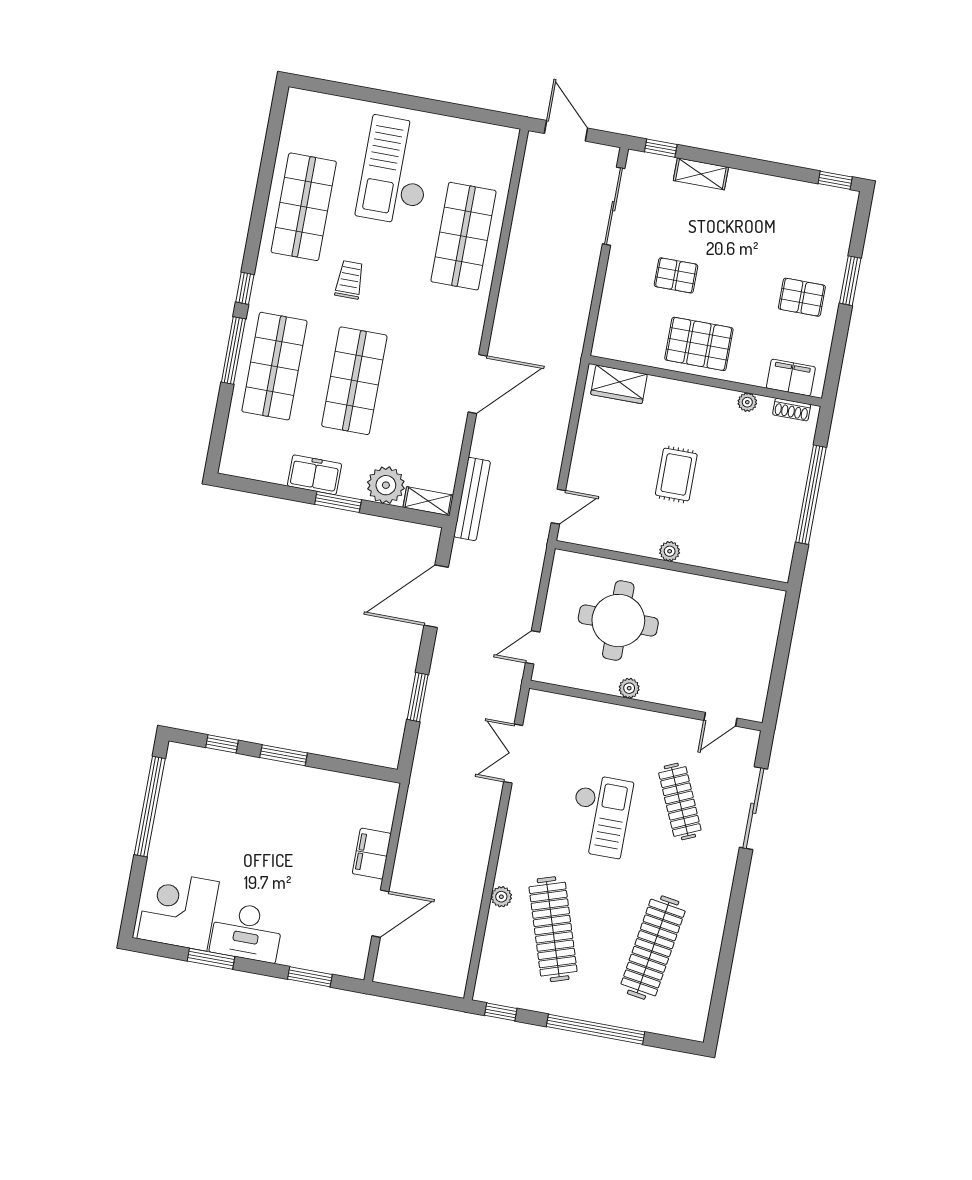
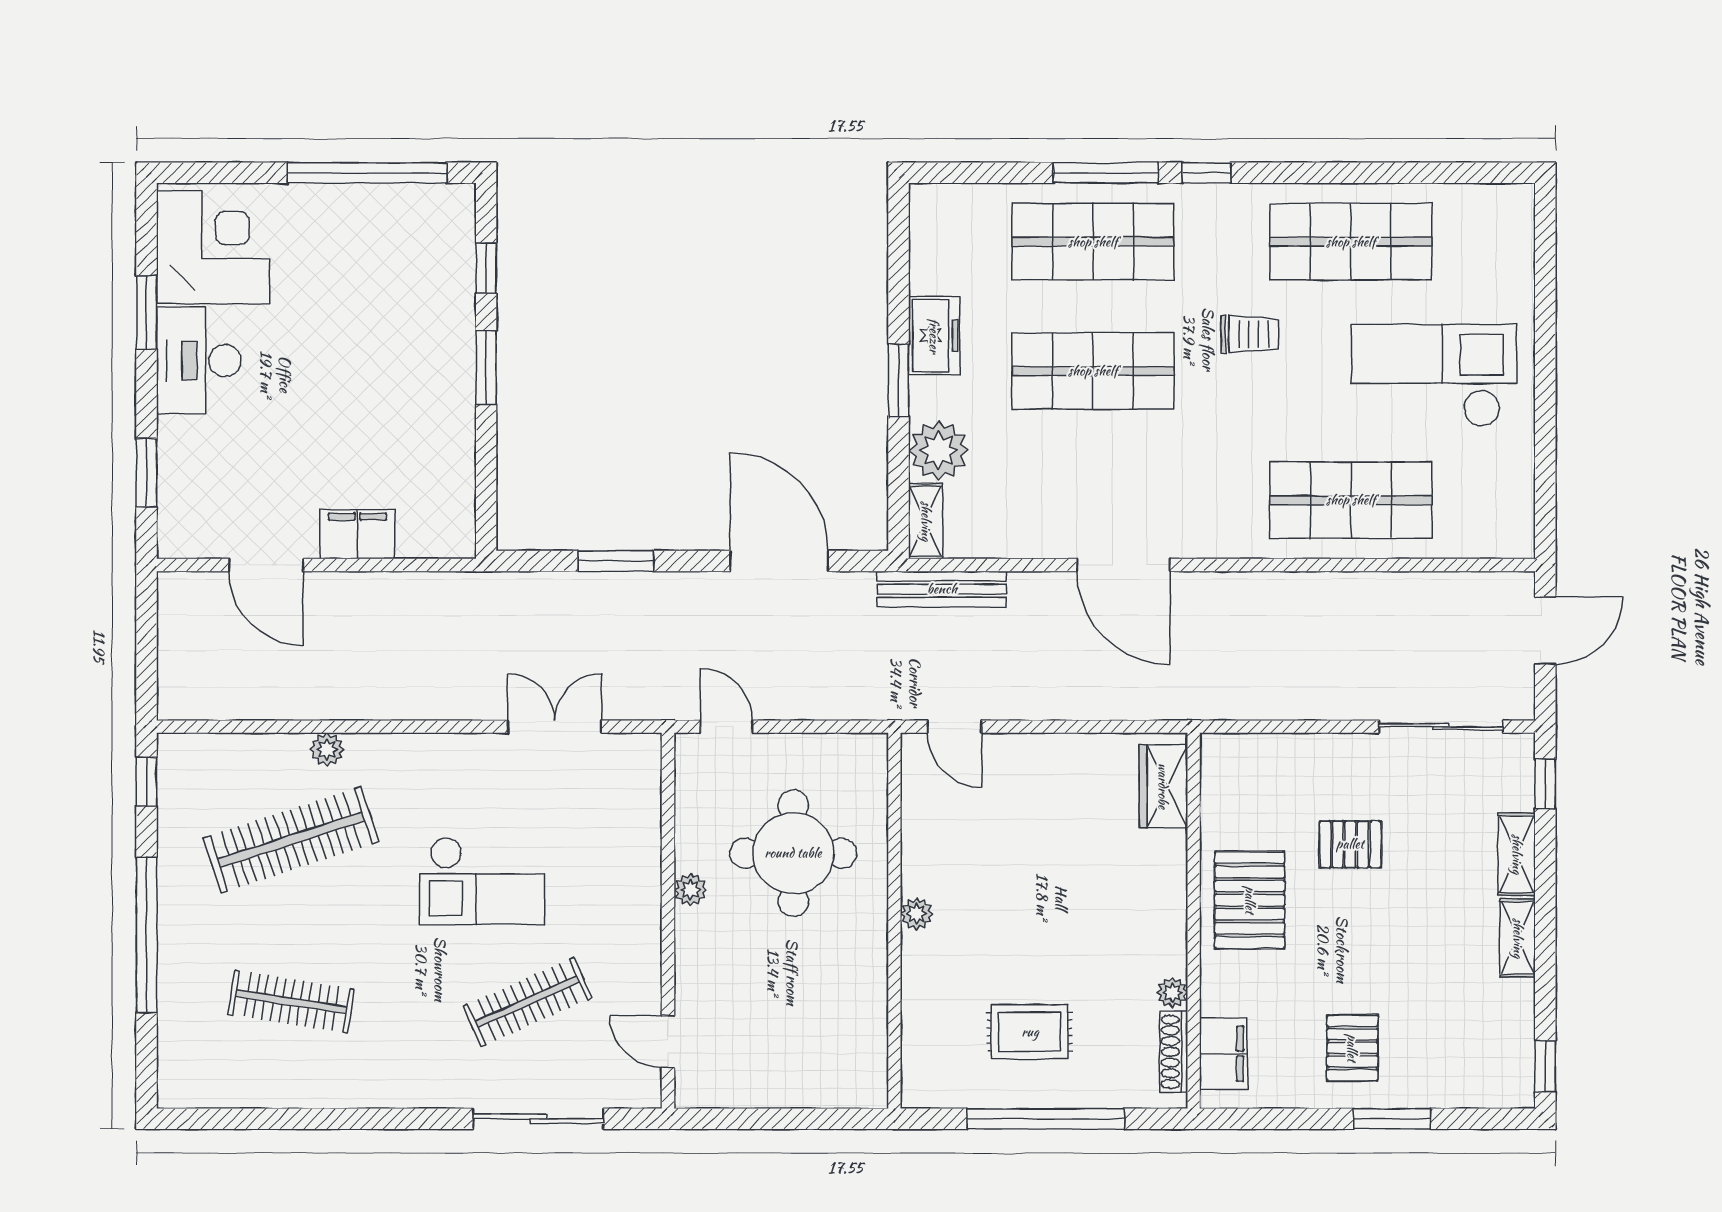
shelving: (753, 183) -> (1518, 938), added
pallet: (676, 275) -> (1350, 844), turned 90
shoe rack: (792, 409) -> (1174, 1052), width x1.43
rug: (676, 474) -> (1030, 1032), moved
clothes rail: (653, 948) -> (291, 1002), width x0.73, depth x0.76

